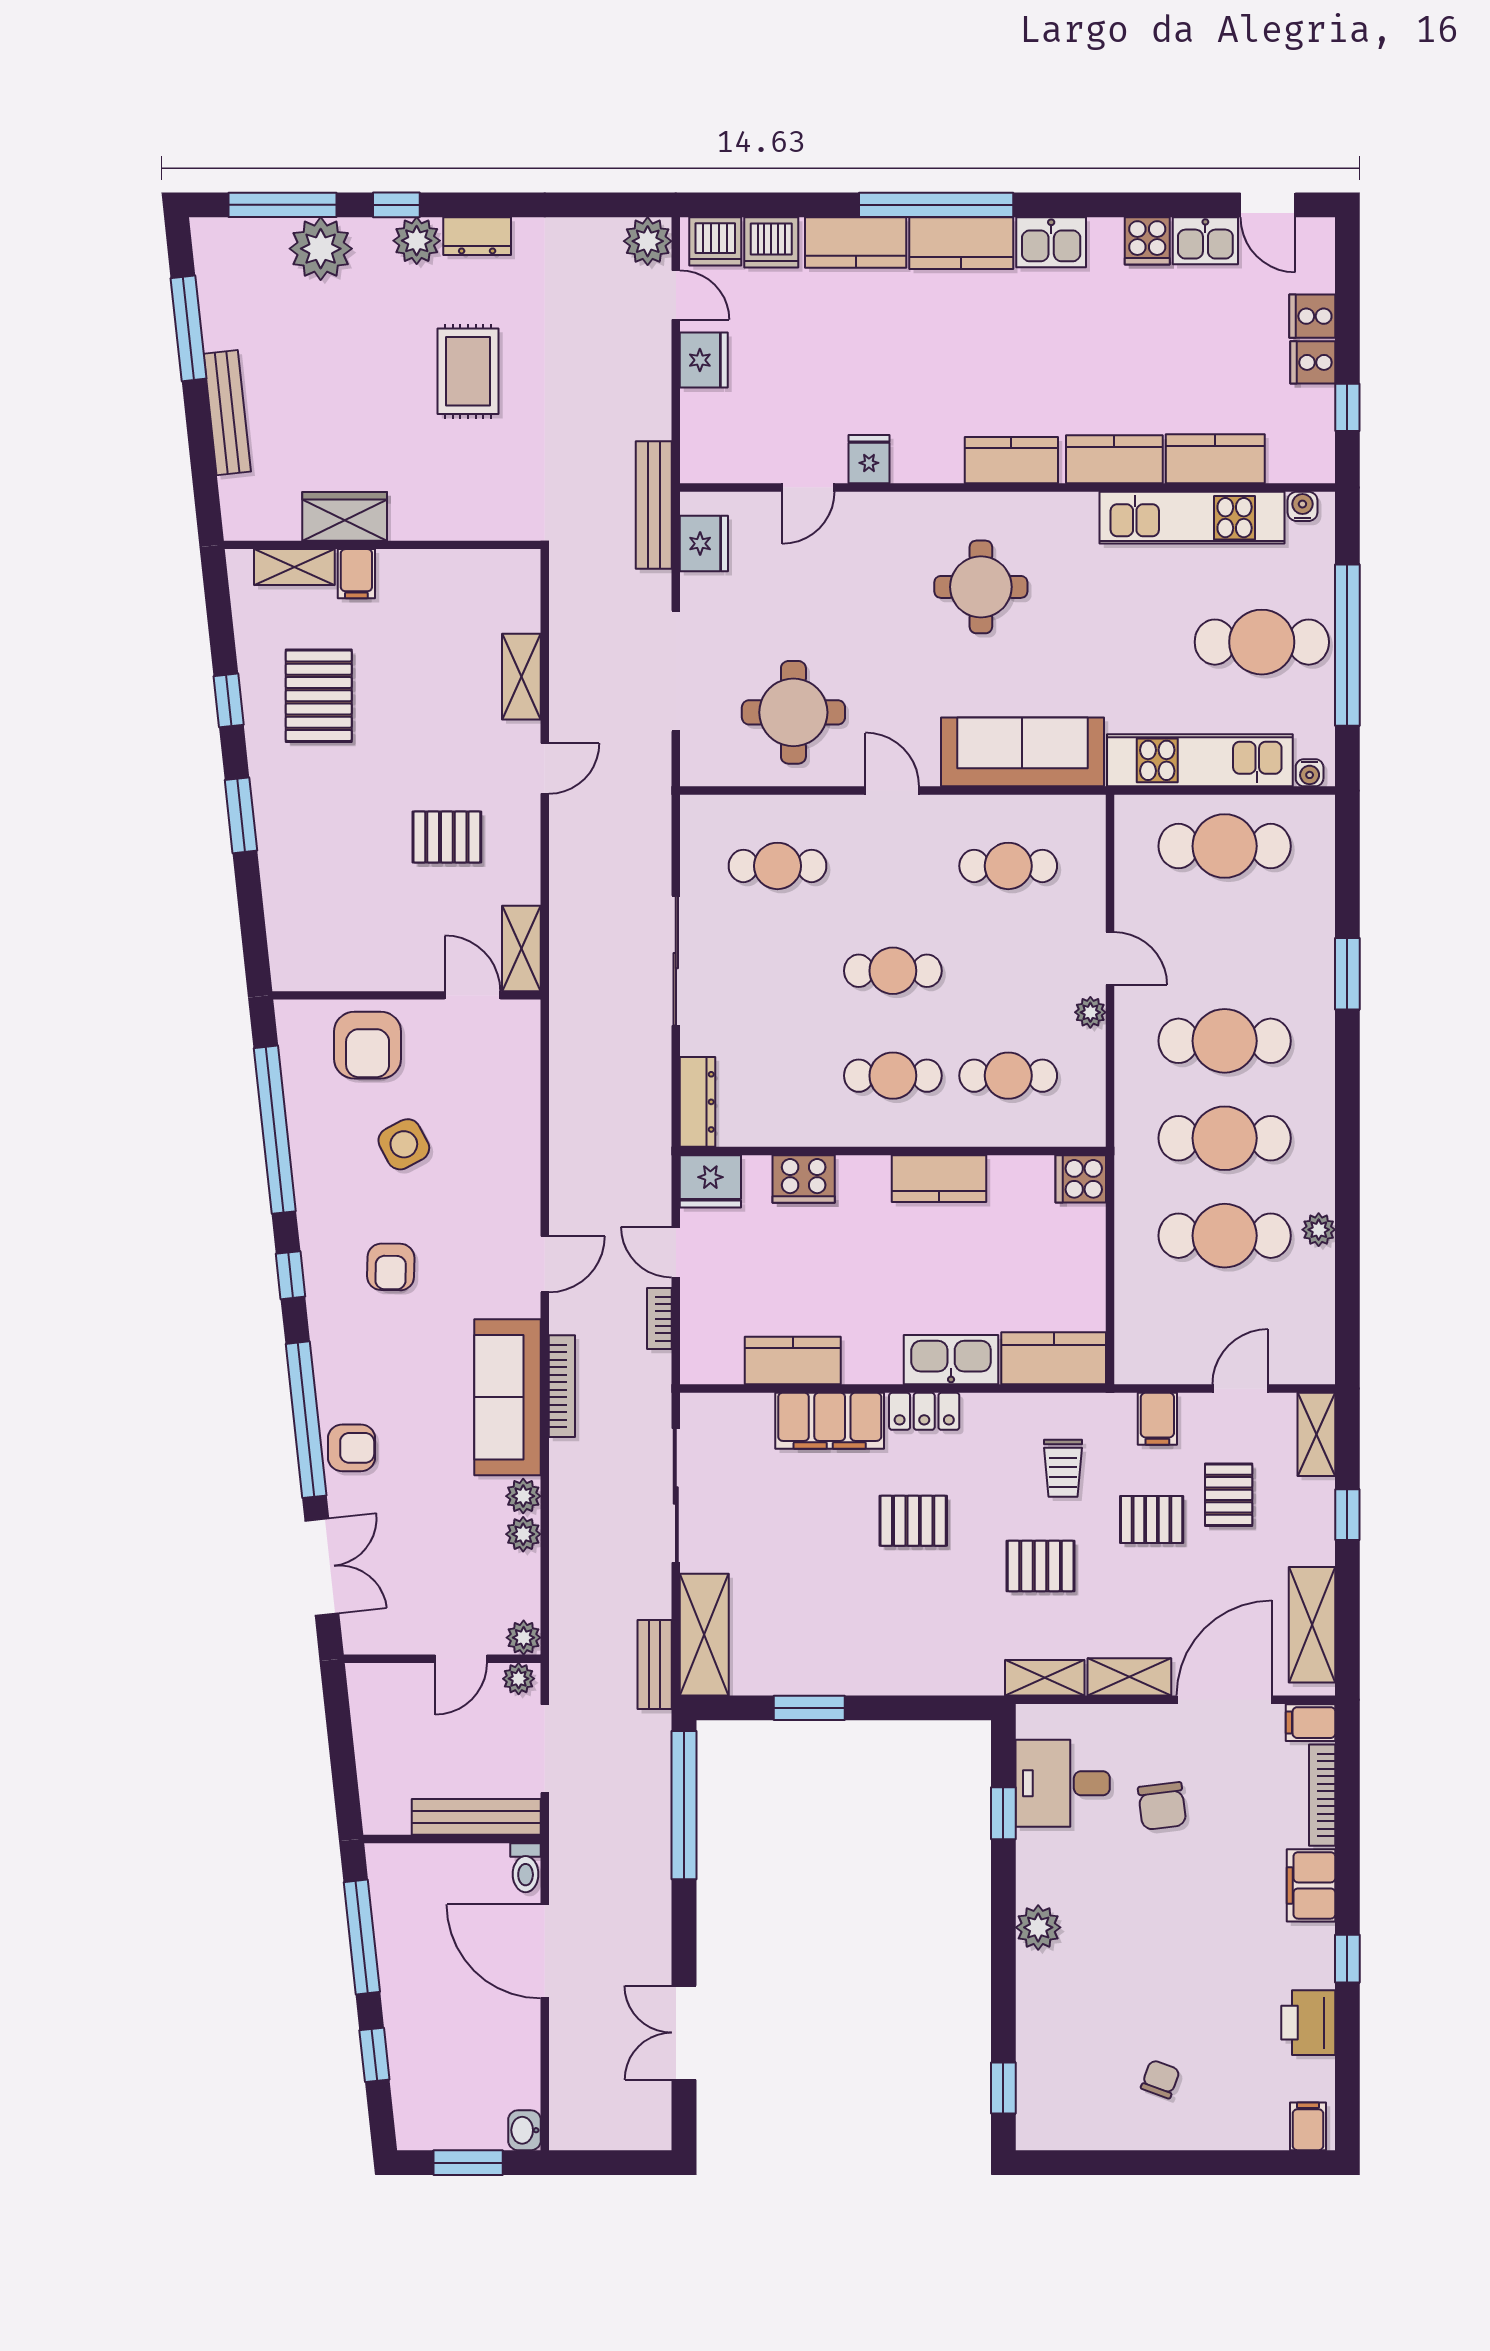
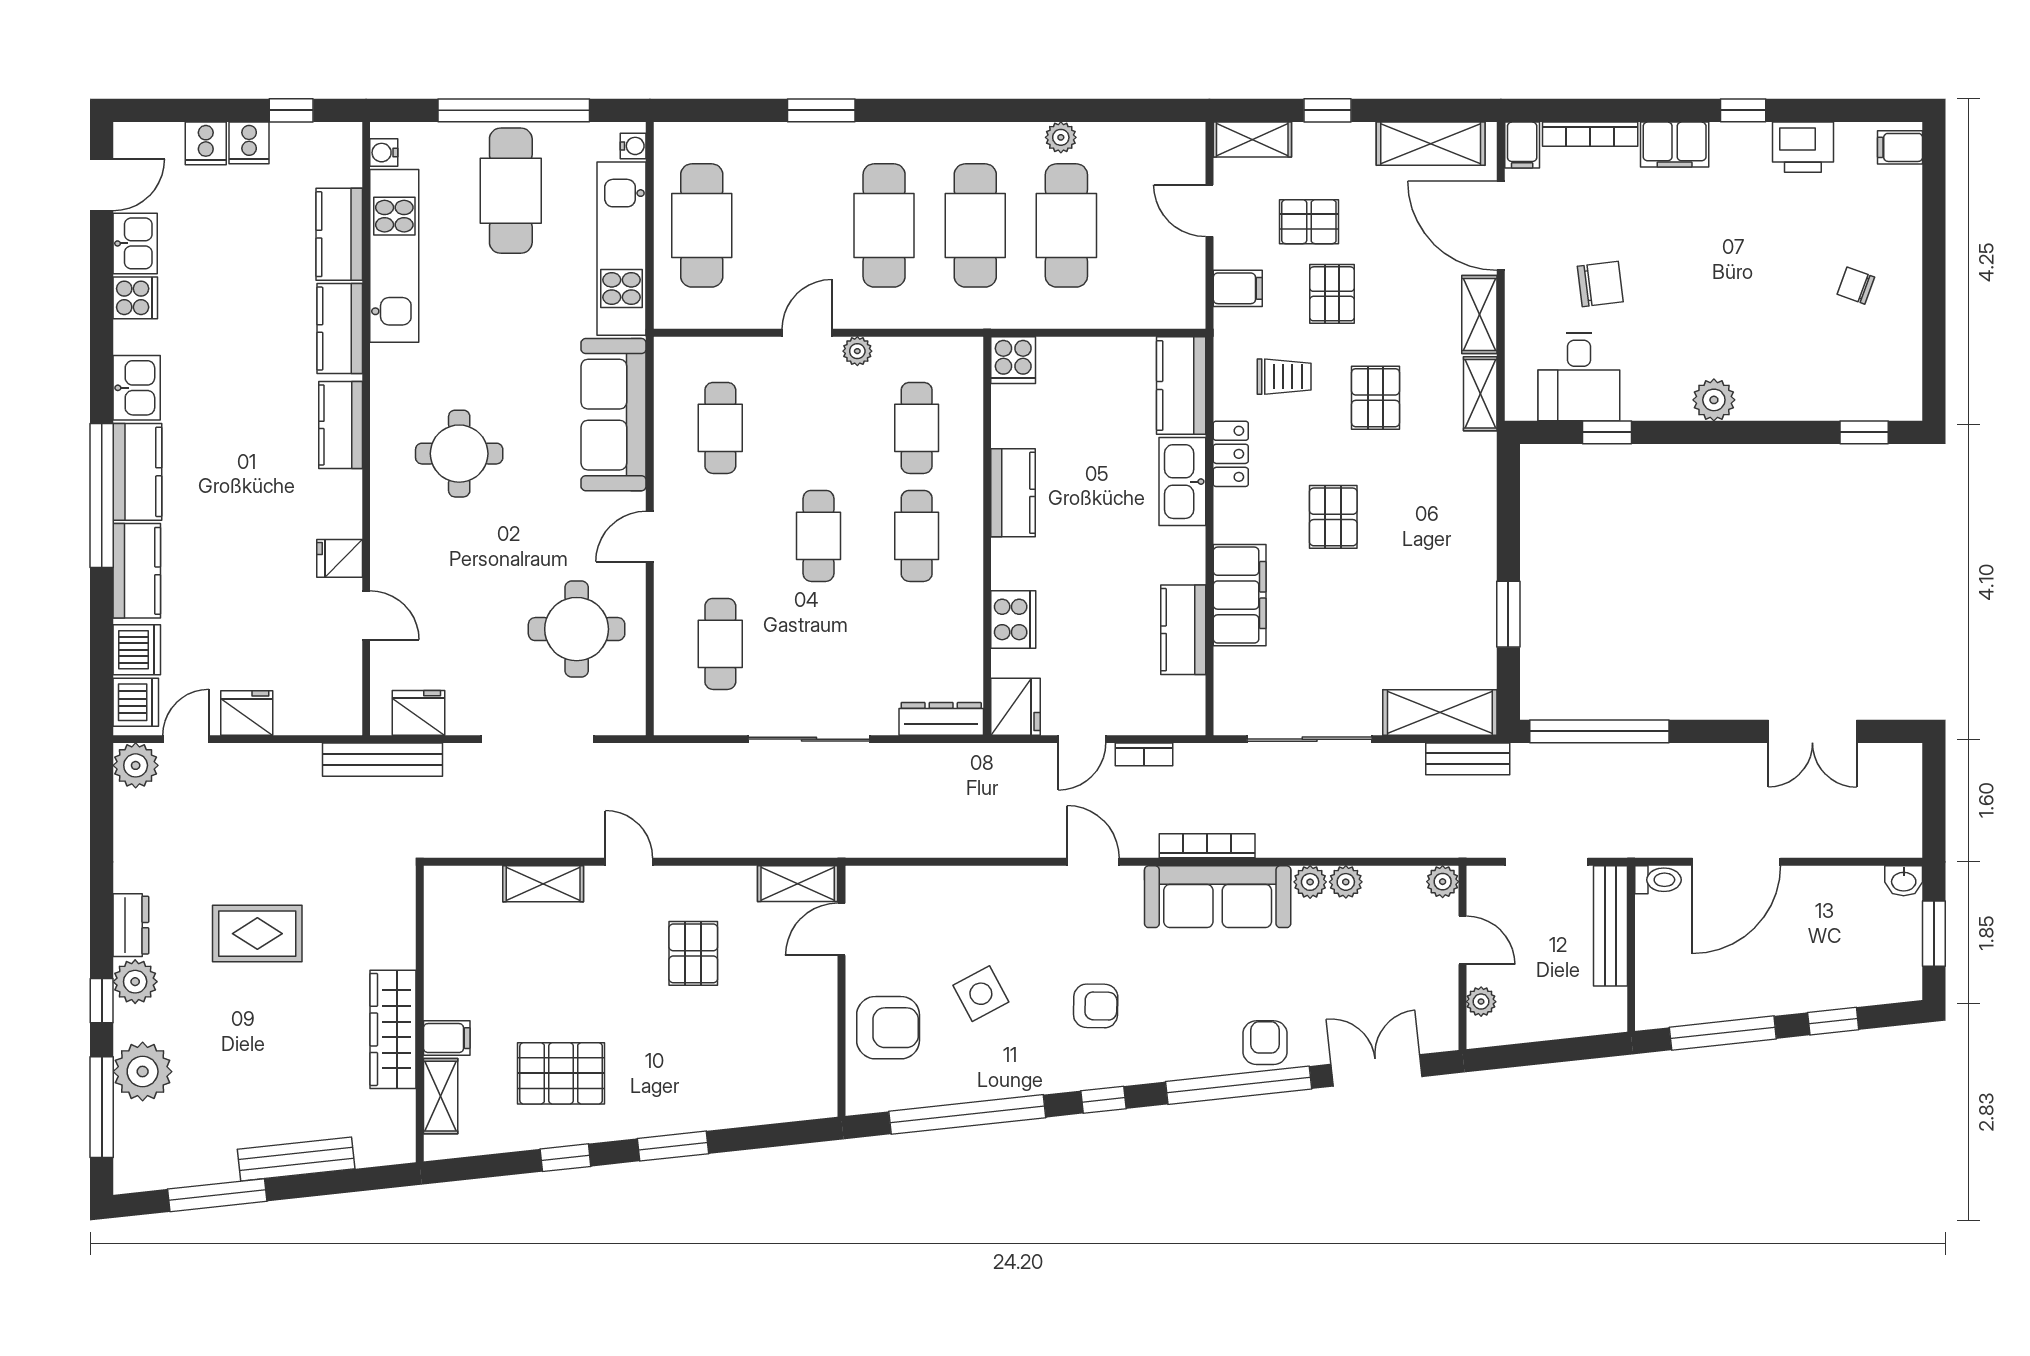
wardrobe: (345, 516) -> (393, 1029), width x1.50
locker: (924, 1411) -> (1231, 454), moved
plant: (519, 1679) -> (1481, 1002), moved

